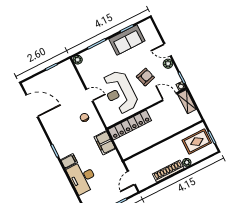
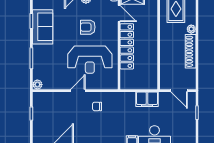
armchair: (145, 77) -> (88, 27), turned -74
door: (169, 97) -> (119, 13), swing flipped
locker: (130, 125) -> (127, 46), moved
filing cabinet: (105, 143) -> (147, 99), moved

